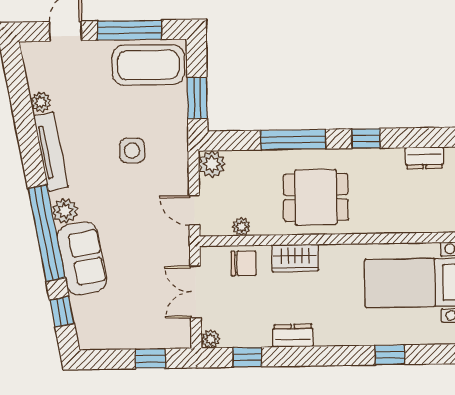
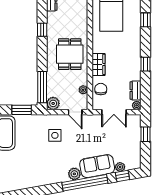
plant: (41, 102) -> (120, 167), moved
window: (293, 140) -> (42, 87), moved
tv unit: (51, 151) -> (46, 180), removed
side table: (132, 151) -> (55, 135), moved
door: (194, 210) -> (75, 112), hinge flipped
dresser: (293, 336) -> (136, 91), moved
window: (247, 357) -> (145, 64), moved

